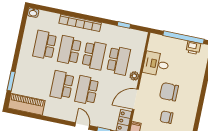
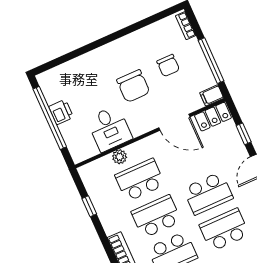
printer: (193, 48) -> (61, 112), moved
plant: (134, 76) -> (120, 157), moved
school desk: (62, 85) -> (224, 230), turned 180

